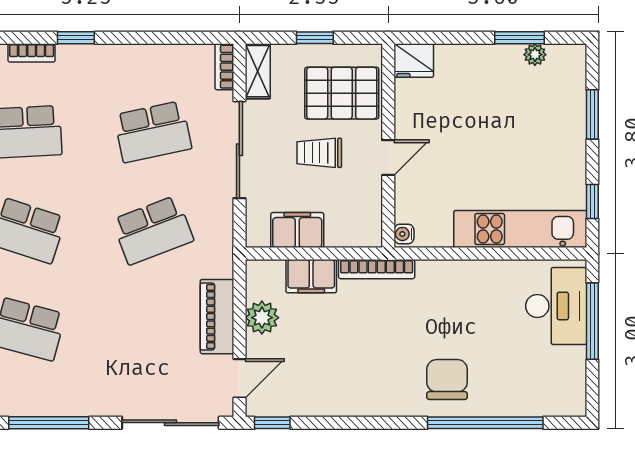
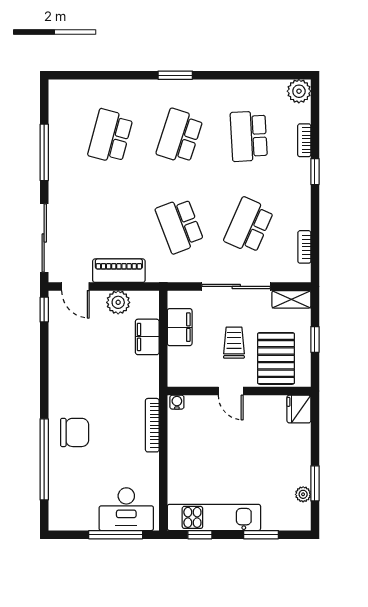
bookcase: (224, 67) -> (304, 247), moved, turned -90
school desk: (153, 132) -> (249, 226), turned 36
kitchen unit: (520, 229) -> (214, 517), moved, turned -90
bookcase: (377, 269) -> (152, 425), moved

